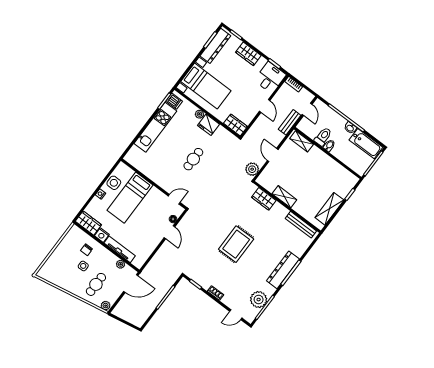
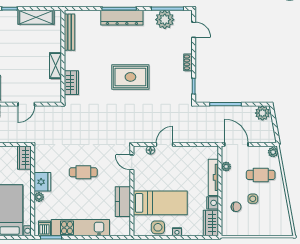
plant: (252, 169) -> (262, 113), moved
kitchen counter: (151, 172) -> (123, 202), added

